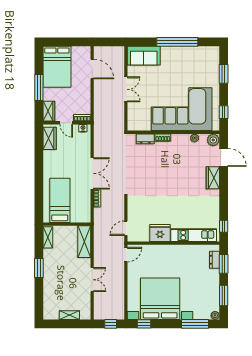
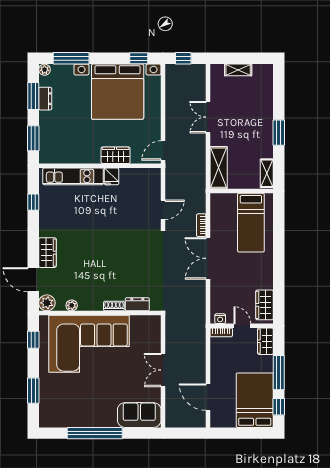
window: (39, 62) -> (279, 407), added
window: (224, 226) -> (33, 202), moved
door: (126, 228) -> (163, 210), moved
fridge: (160, 233) -> (111, 176), width x0.53, depth x0.75
wardrobe: (162, 251) -> (116, 155), added
dresser: (215, 260) -> (45, 99), moved

